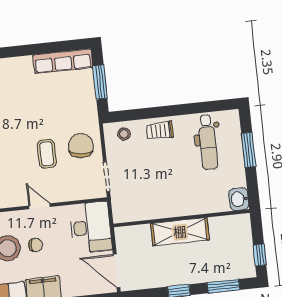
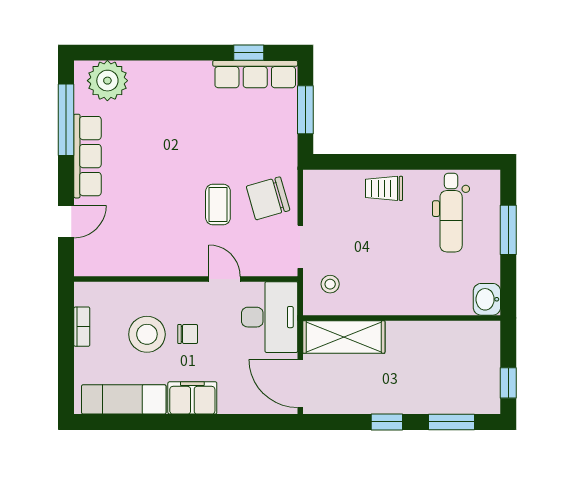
window: (57, 47) -> (249, 53), added
stool: (124, 134) -> (330, 284), moved
chair: (81, 146) -> (268, 198), turned -112
door: (39, 206) -> (225, 279), moved
shelving: (180, 232) -> (344, 337), moved

